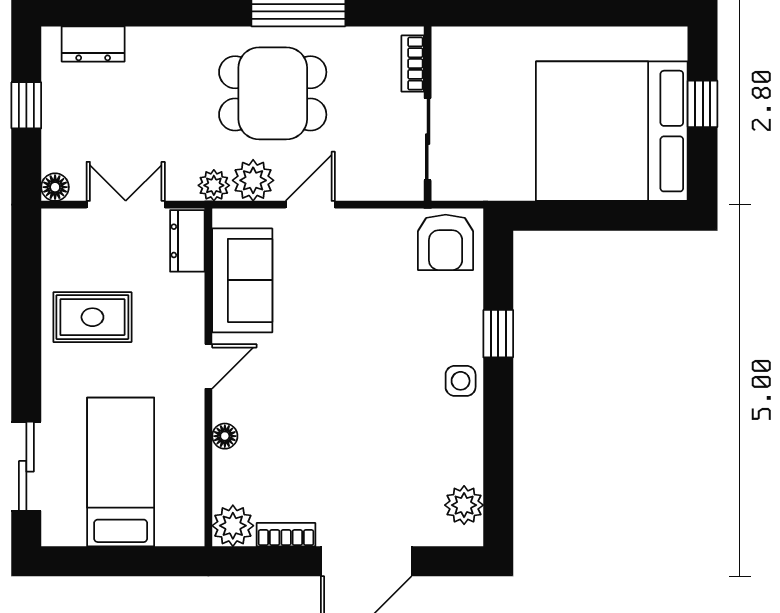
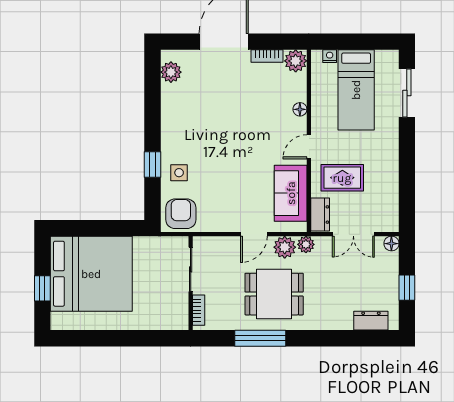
rug: (92, 317) -> (342, 178), moved
side table: (461, 381) -> (179, 173), moved
nightstand: (170, 535) -> (330, 56), added

